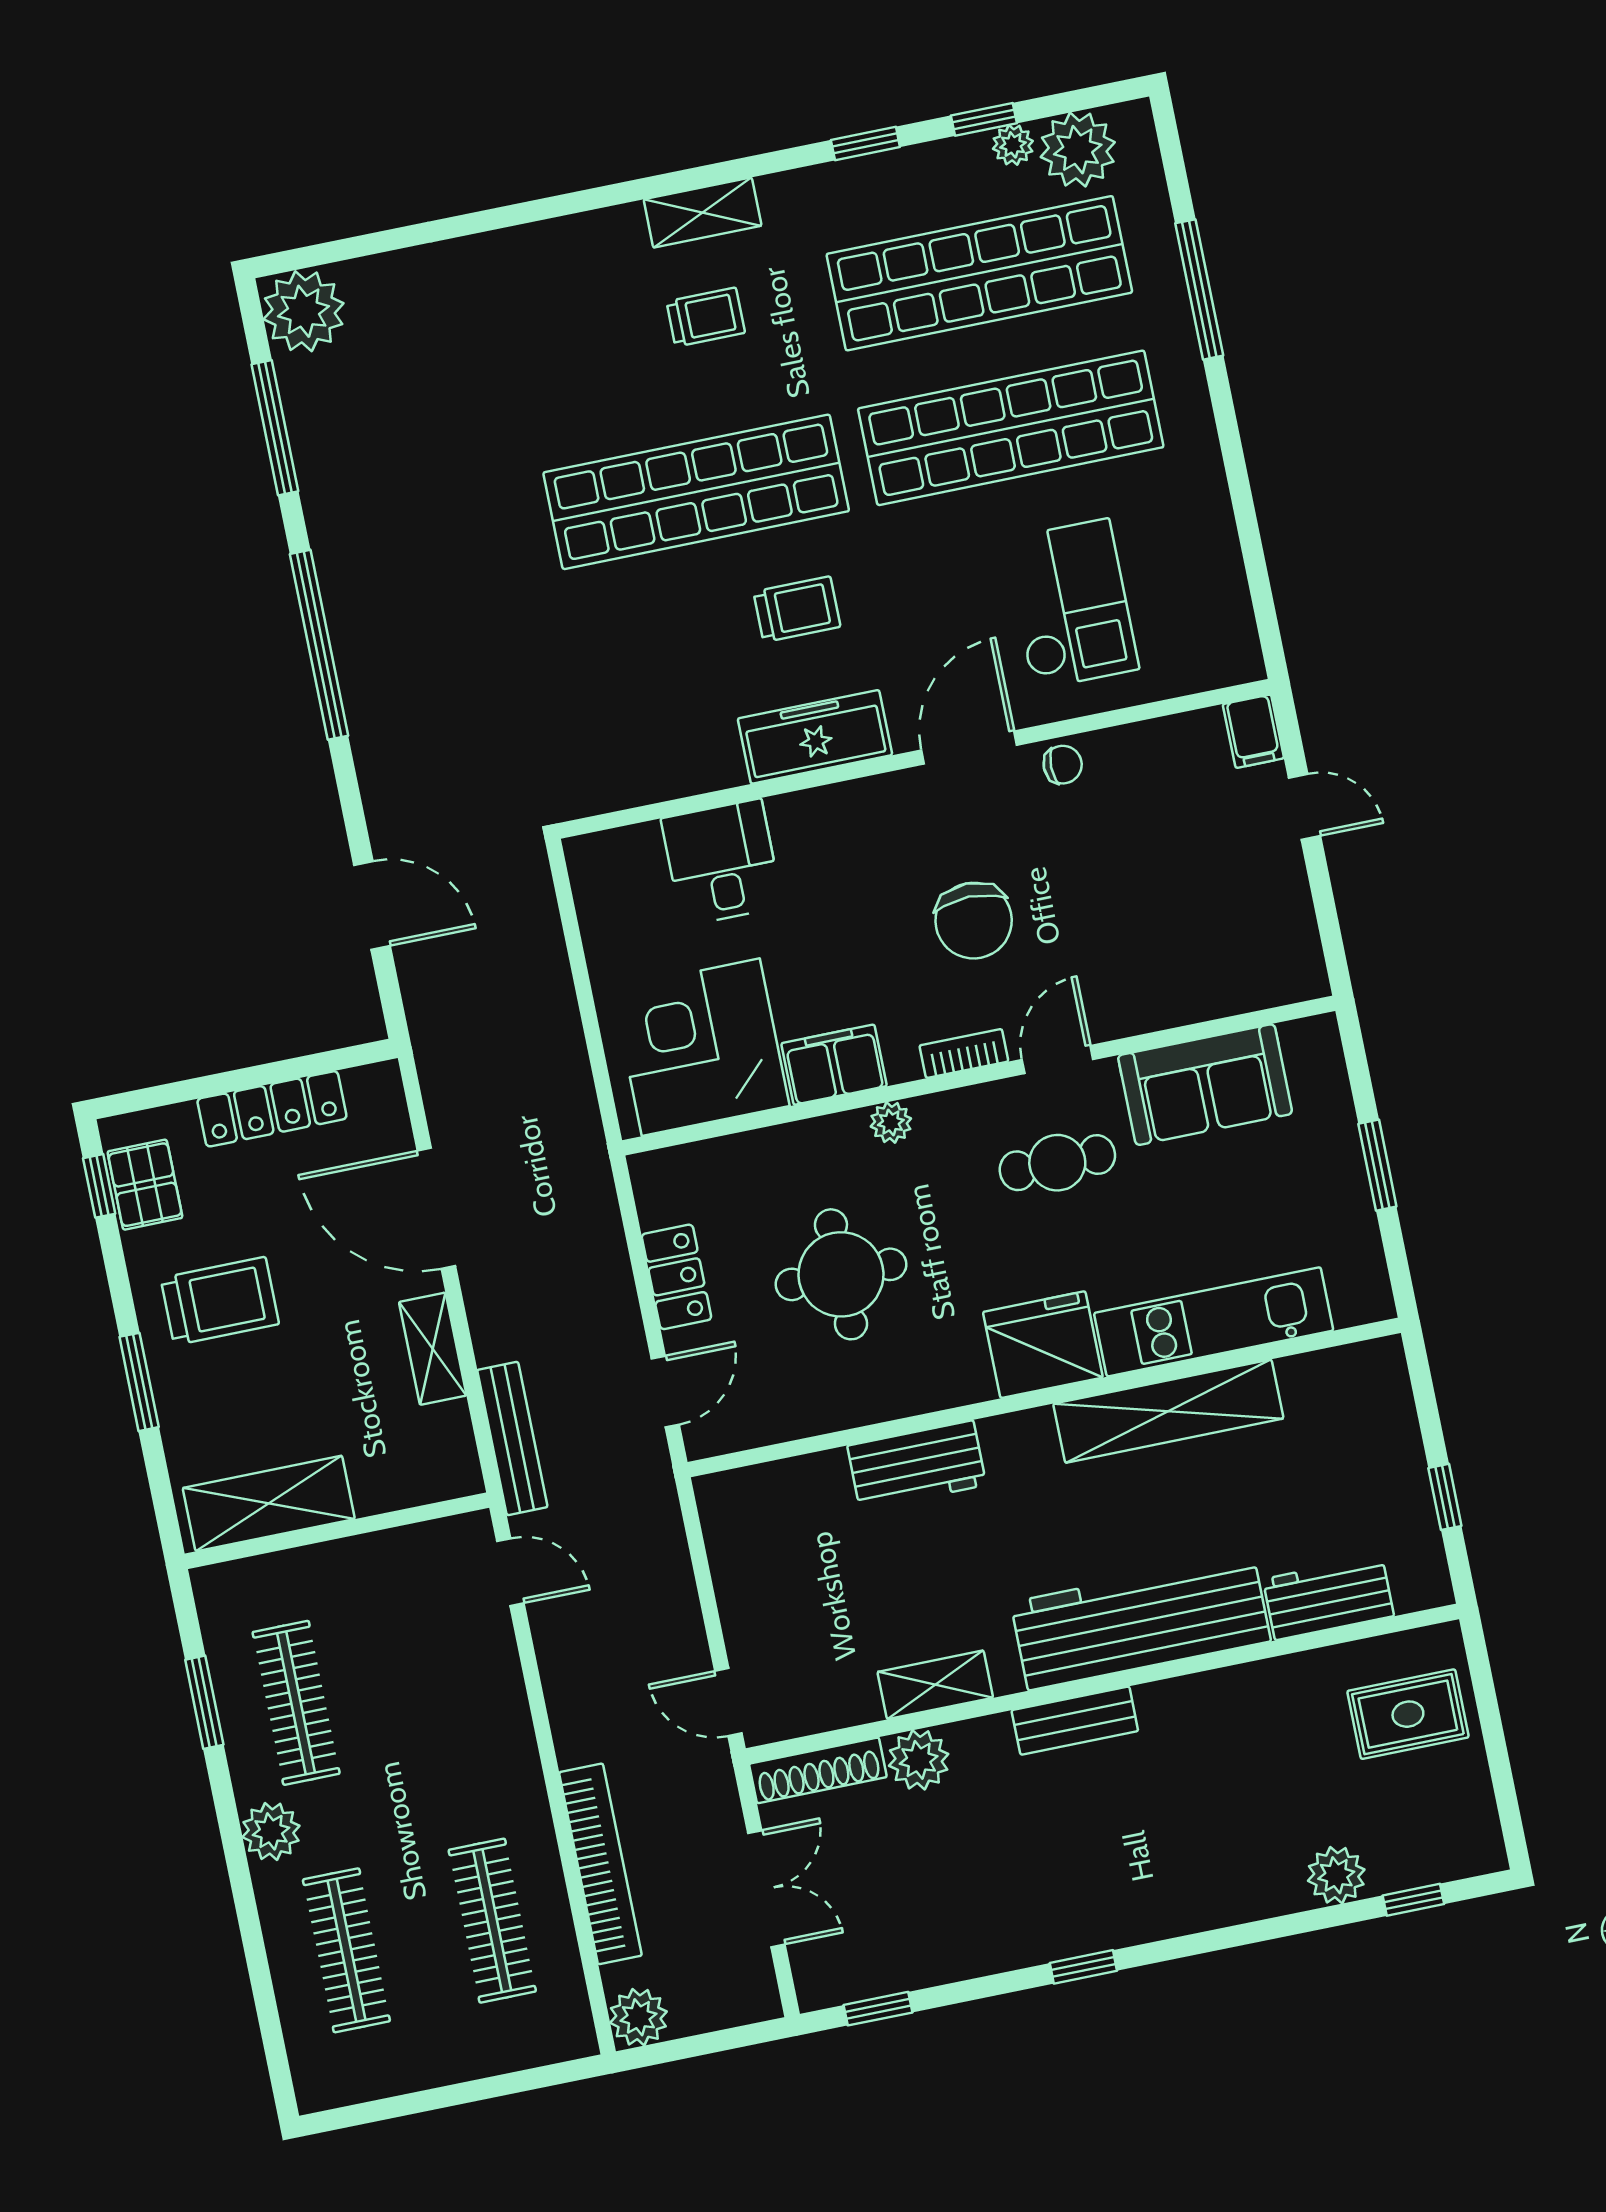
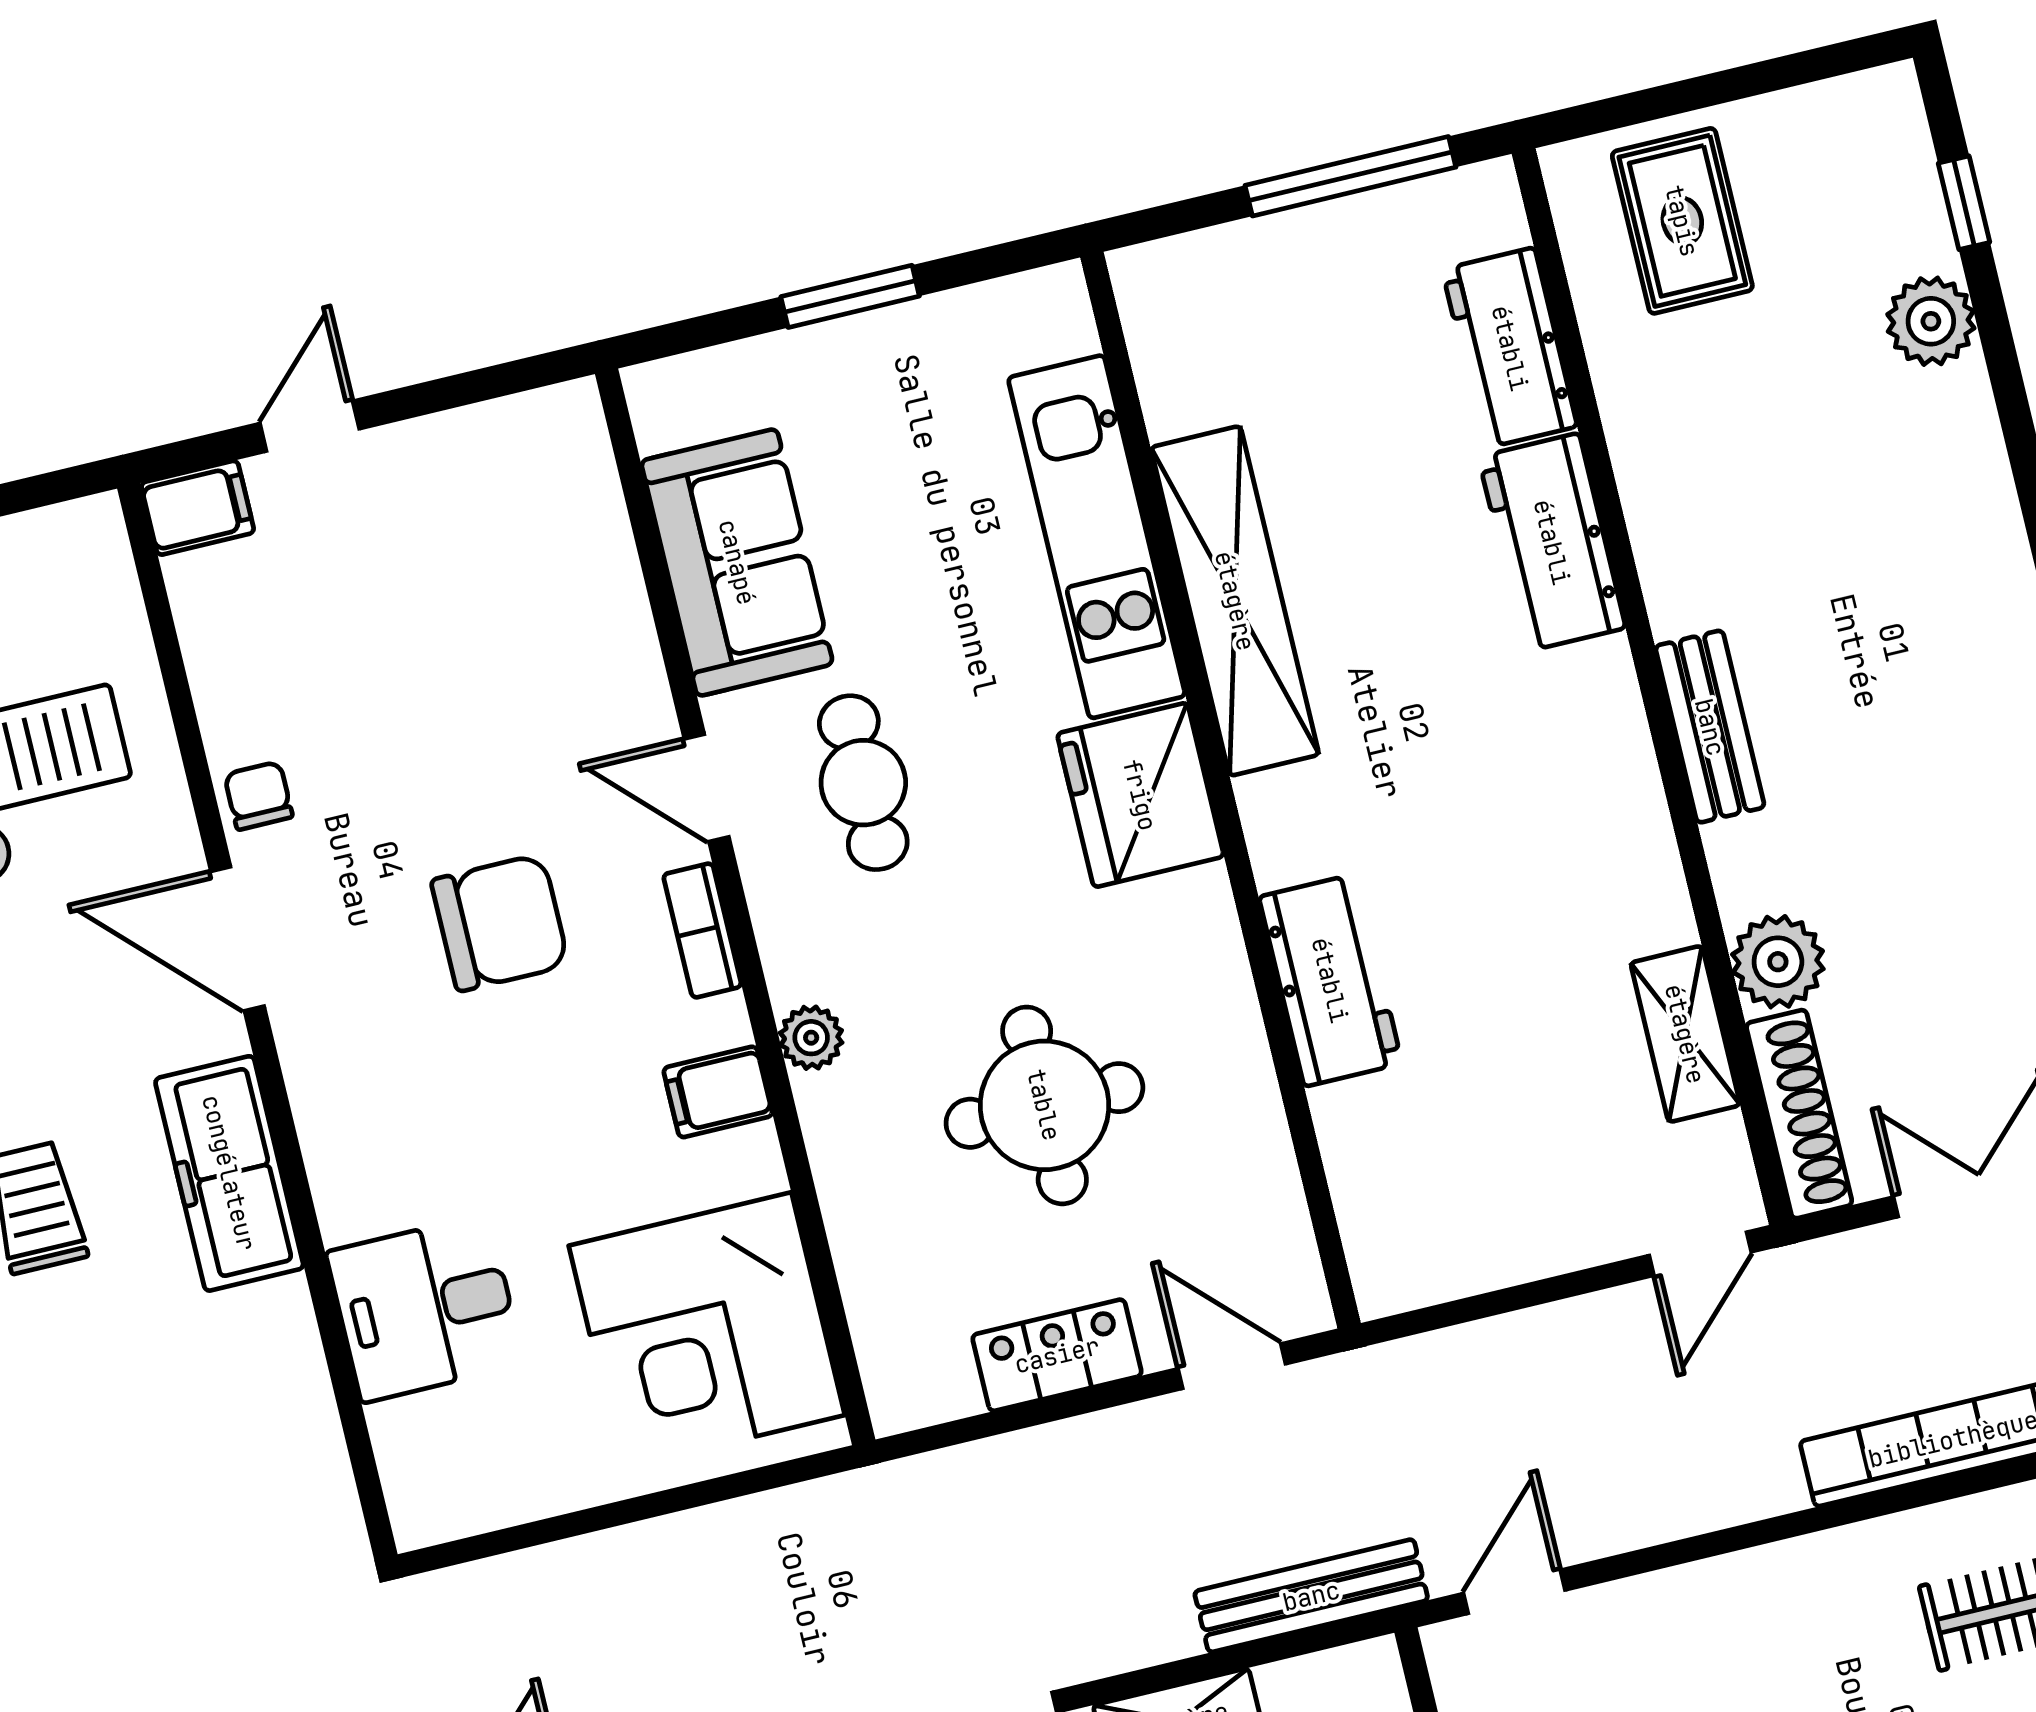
filing cabinet: (834, 1065) -> (718, 1092), width x0.50
window: (1445, 1497) -> (1350, 176), width x2.17
workbench: (1141, 1622) -> (1552, 542), width x0.53, depth x0.76
shelving: (935, 1685) -> (1685, 1034), moved

